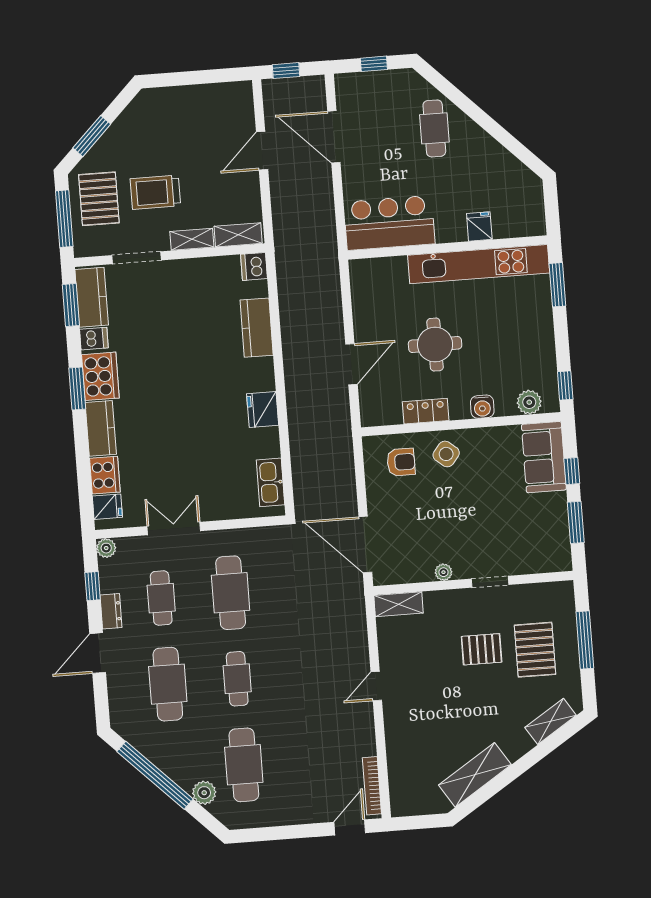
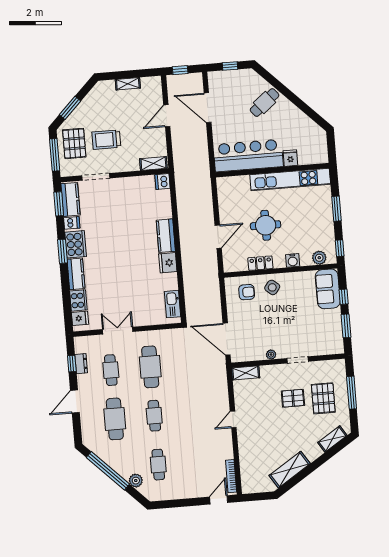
cafe table: (434, 128) -> (265, 103), turned 51
bar counter: (389, 223) -> (248, 156), width x1.36
shelving: (192, 239) -> (128, 84), moved
window: (557, 285) -> (336, 209), moved
kitchen counter: (257, 328) -> (166, 236), moved
plant: (106, 548) -> (79, 342), removed
dresser: (111, 611) -> (81, 364), moved
cafe table: (244, 765) -> (158, 465), width x0.73, depth x0.74

